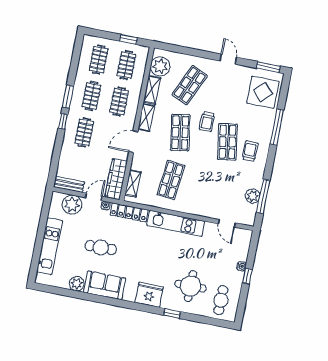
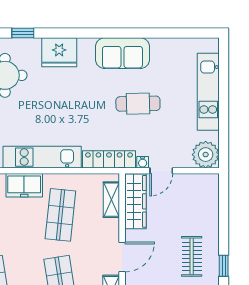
bench: (69, 184) -> (198, 181), removed
plant: (72, 205) -> (206, 155), moved
freezer: (192, 206) -> (24, 185), added
plant: (77, 284) -> (161, 48), removed

